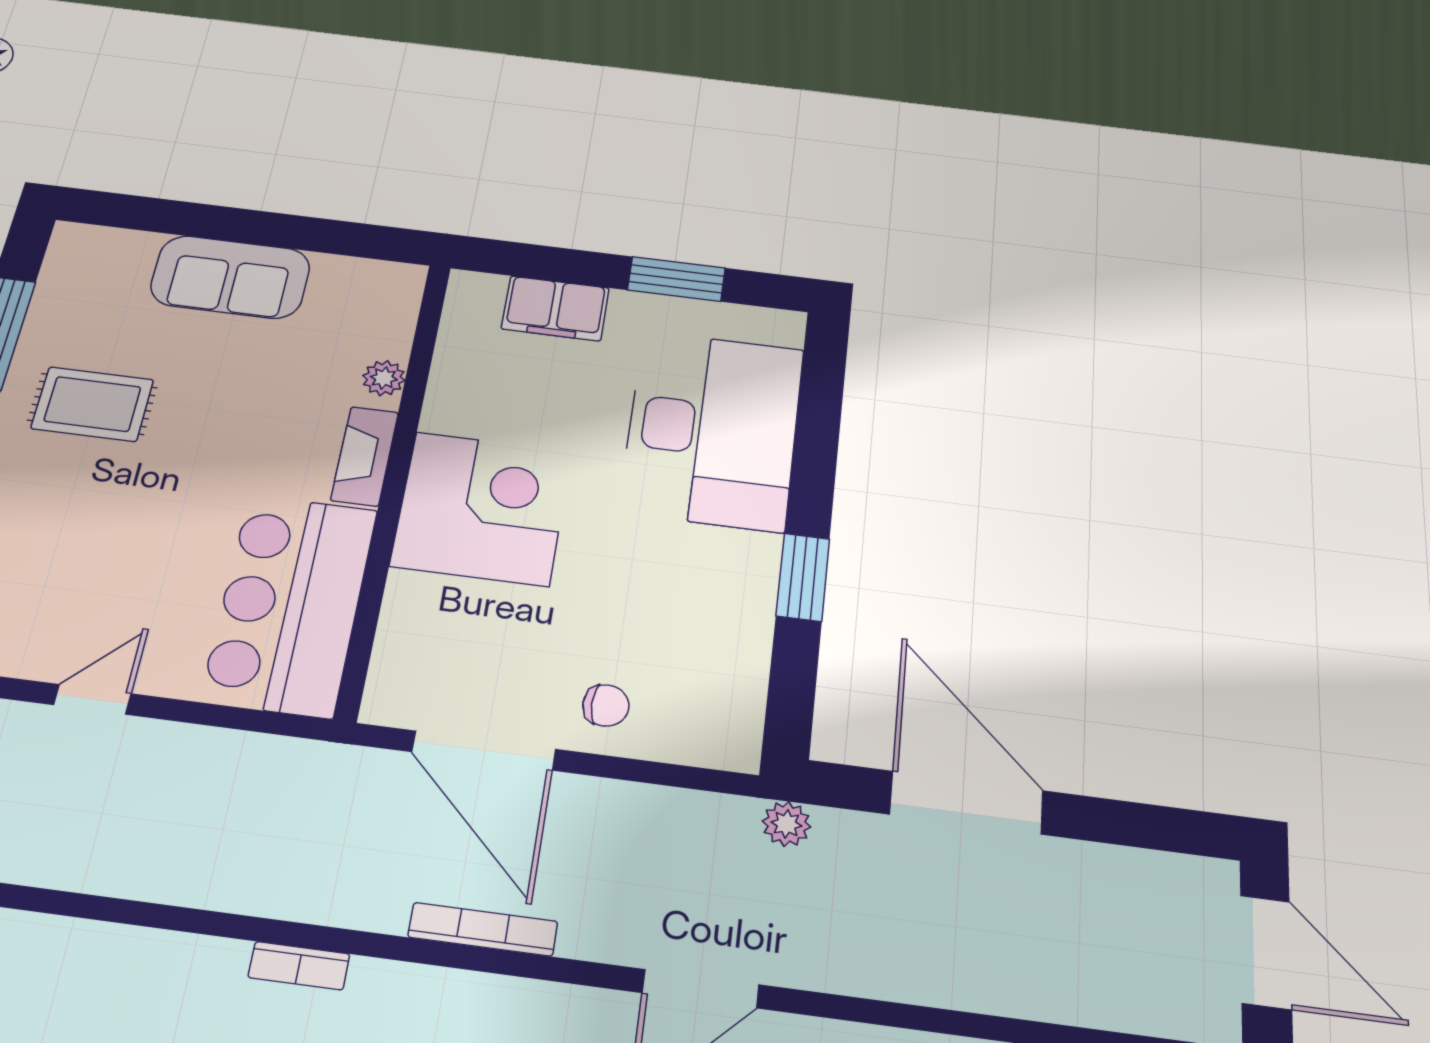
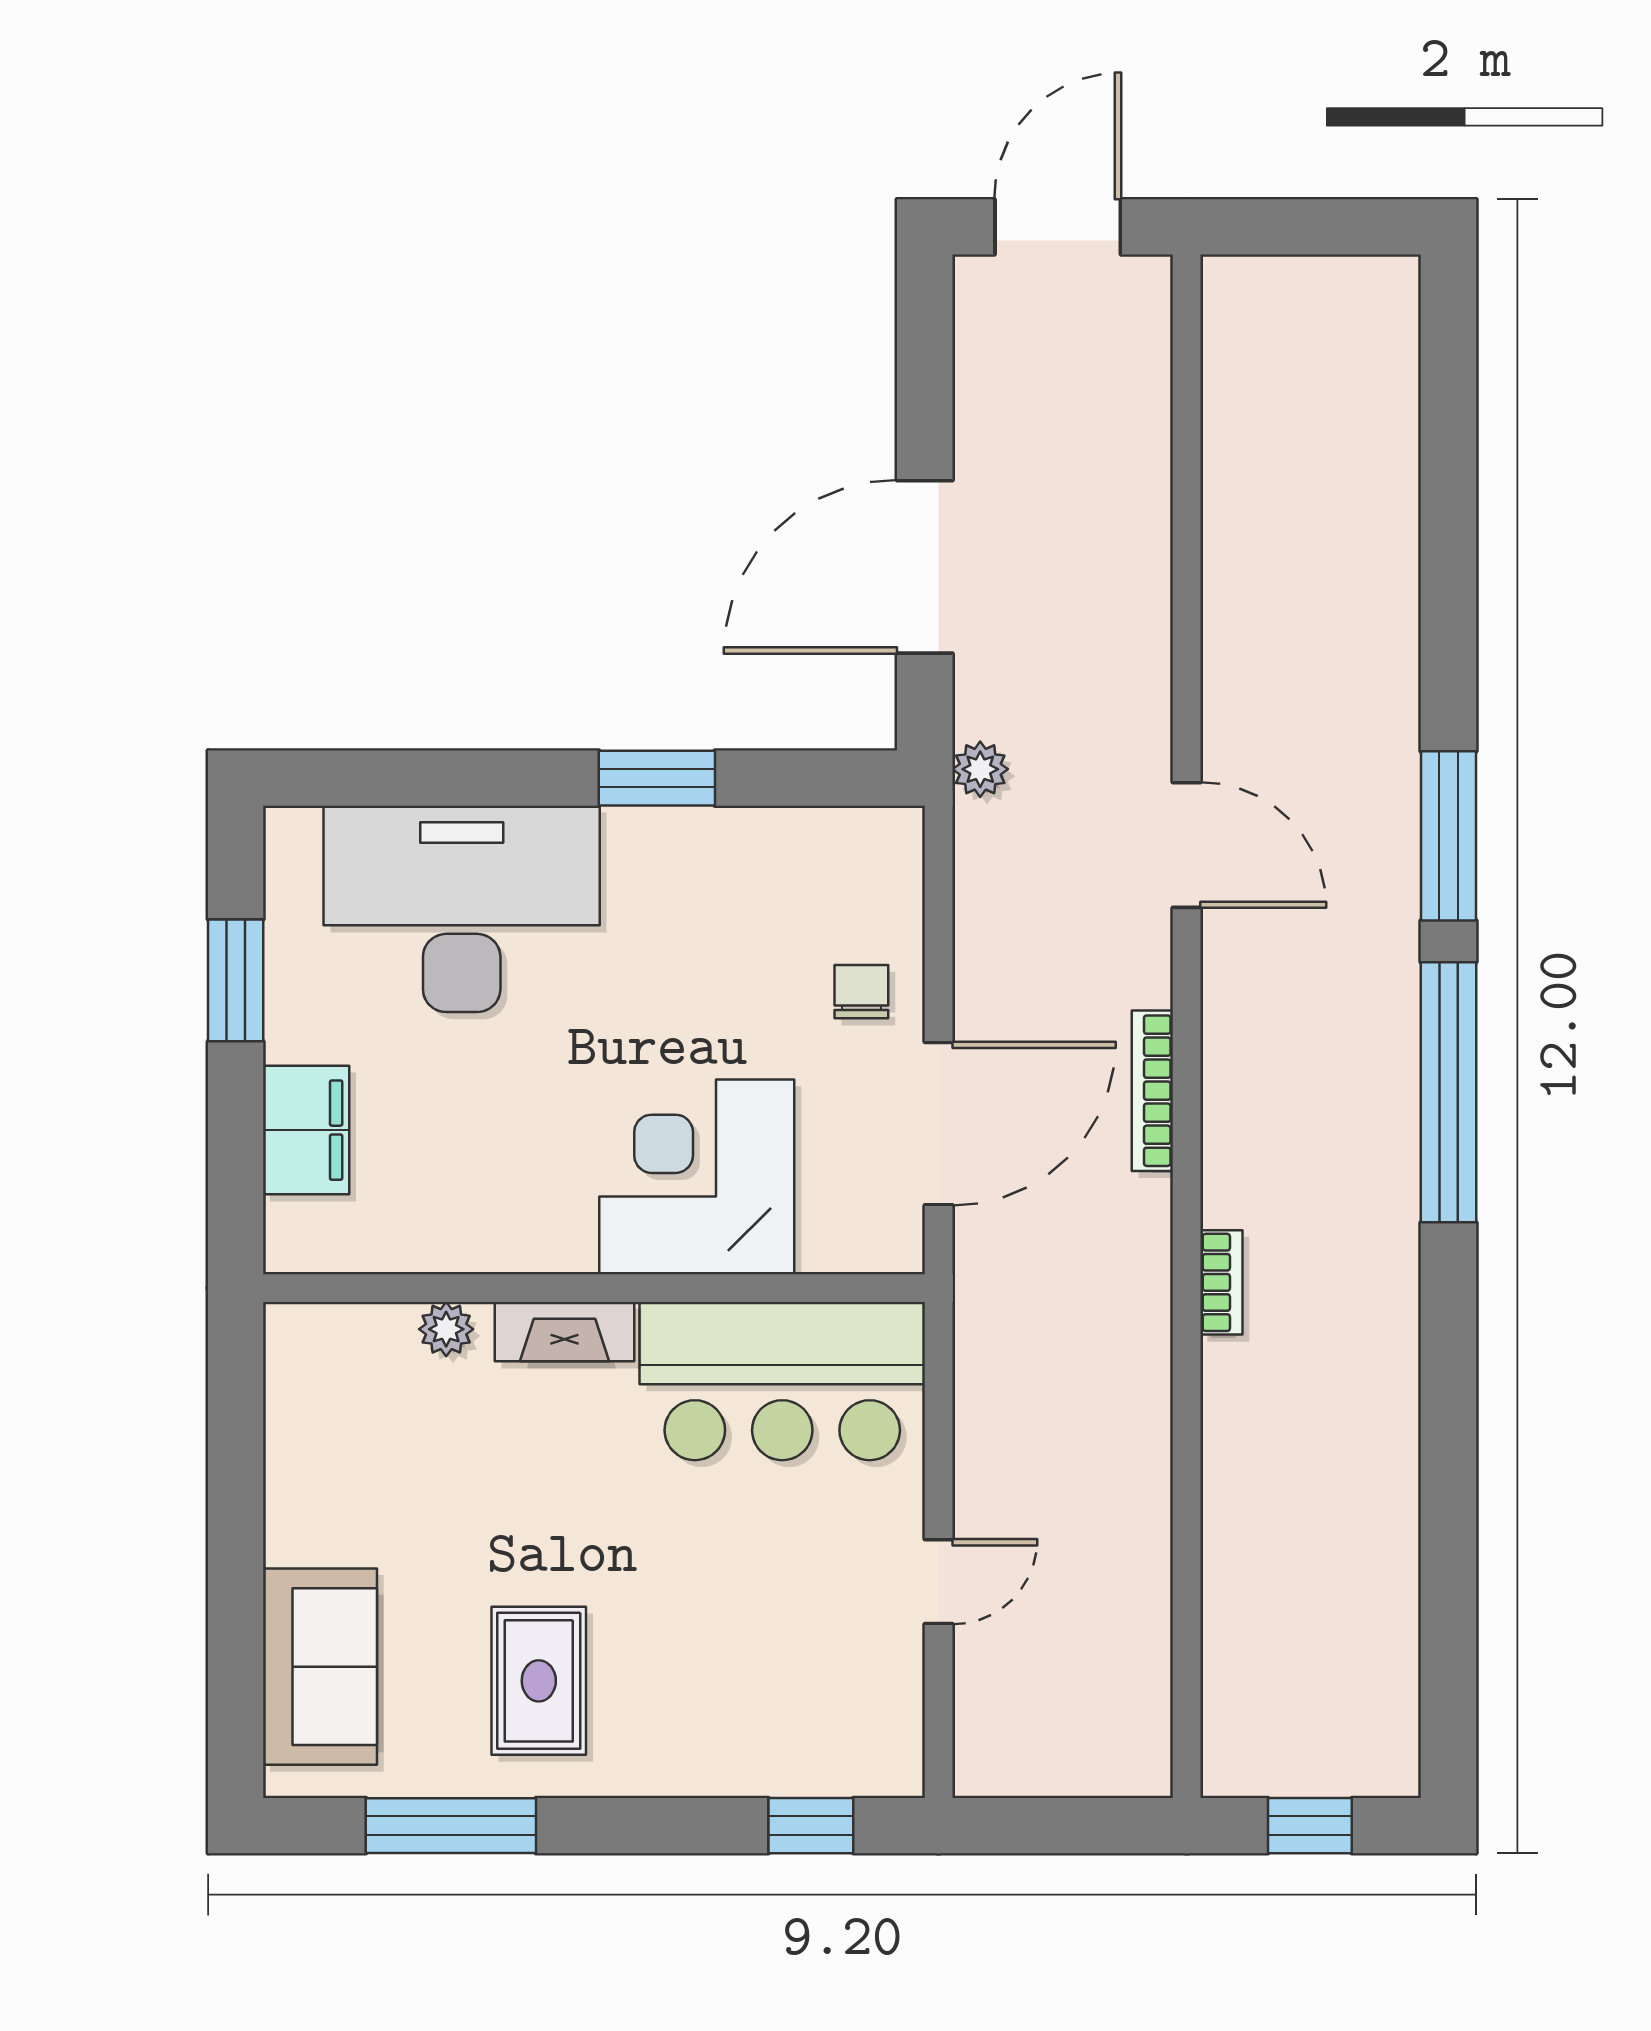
sofa: (230, 277) -> (320, 1667), moved
corner desk: (482, 508) -> (697, 1177), moved
door: (92, 699) -> (939, 1582), swing flipped

